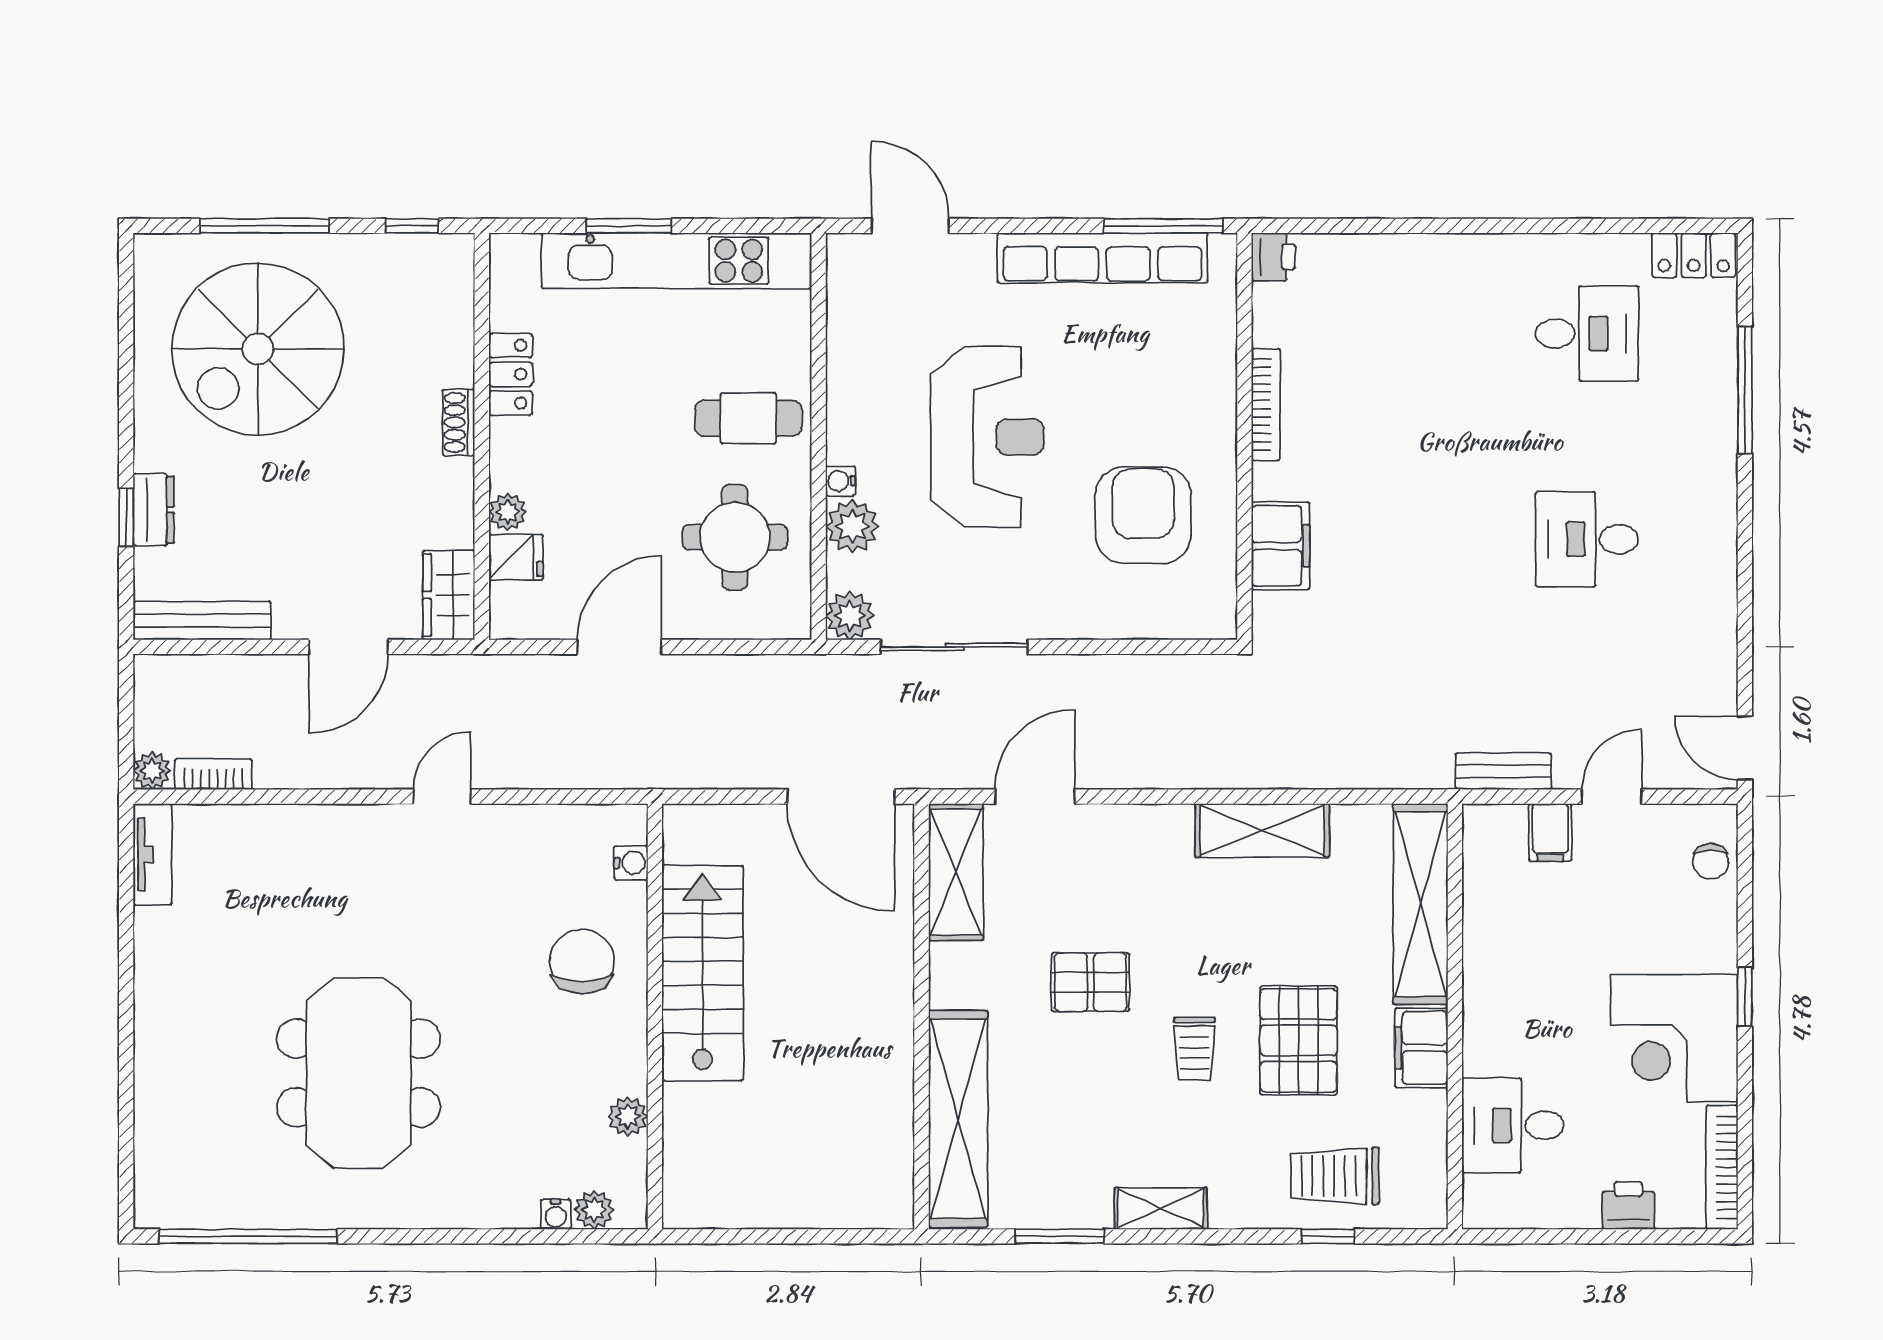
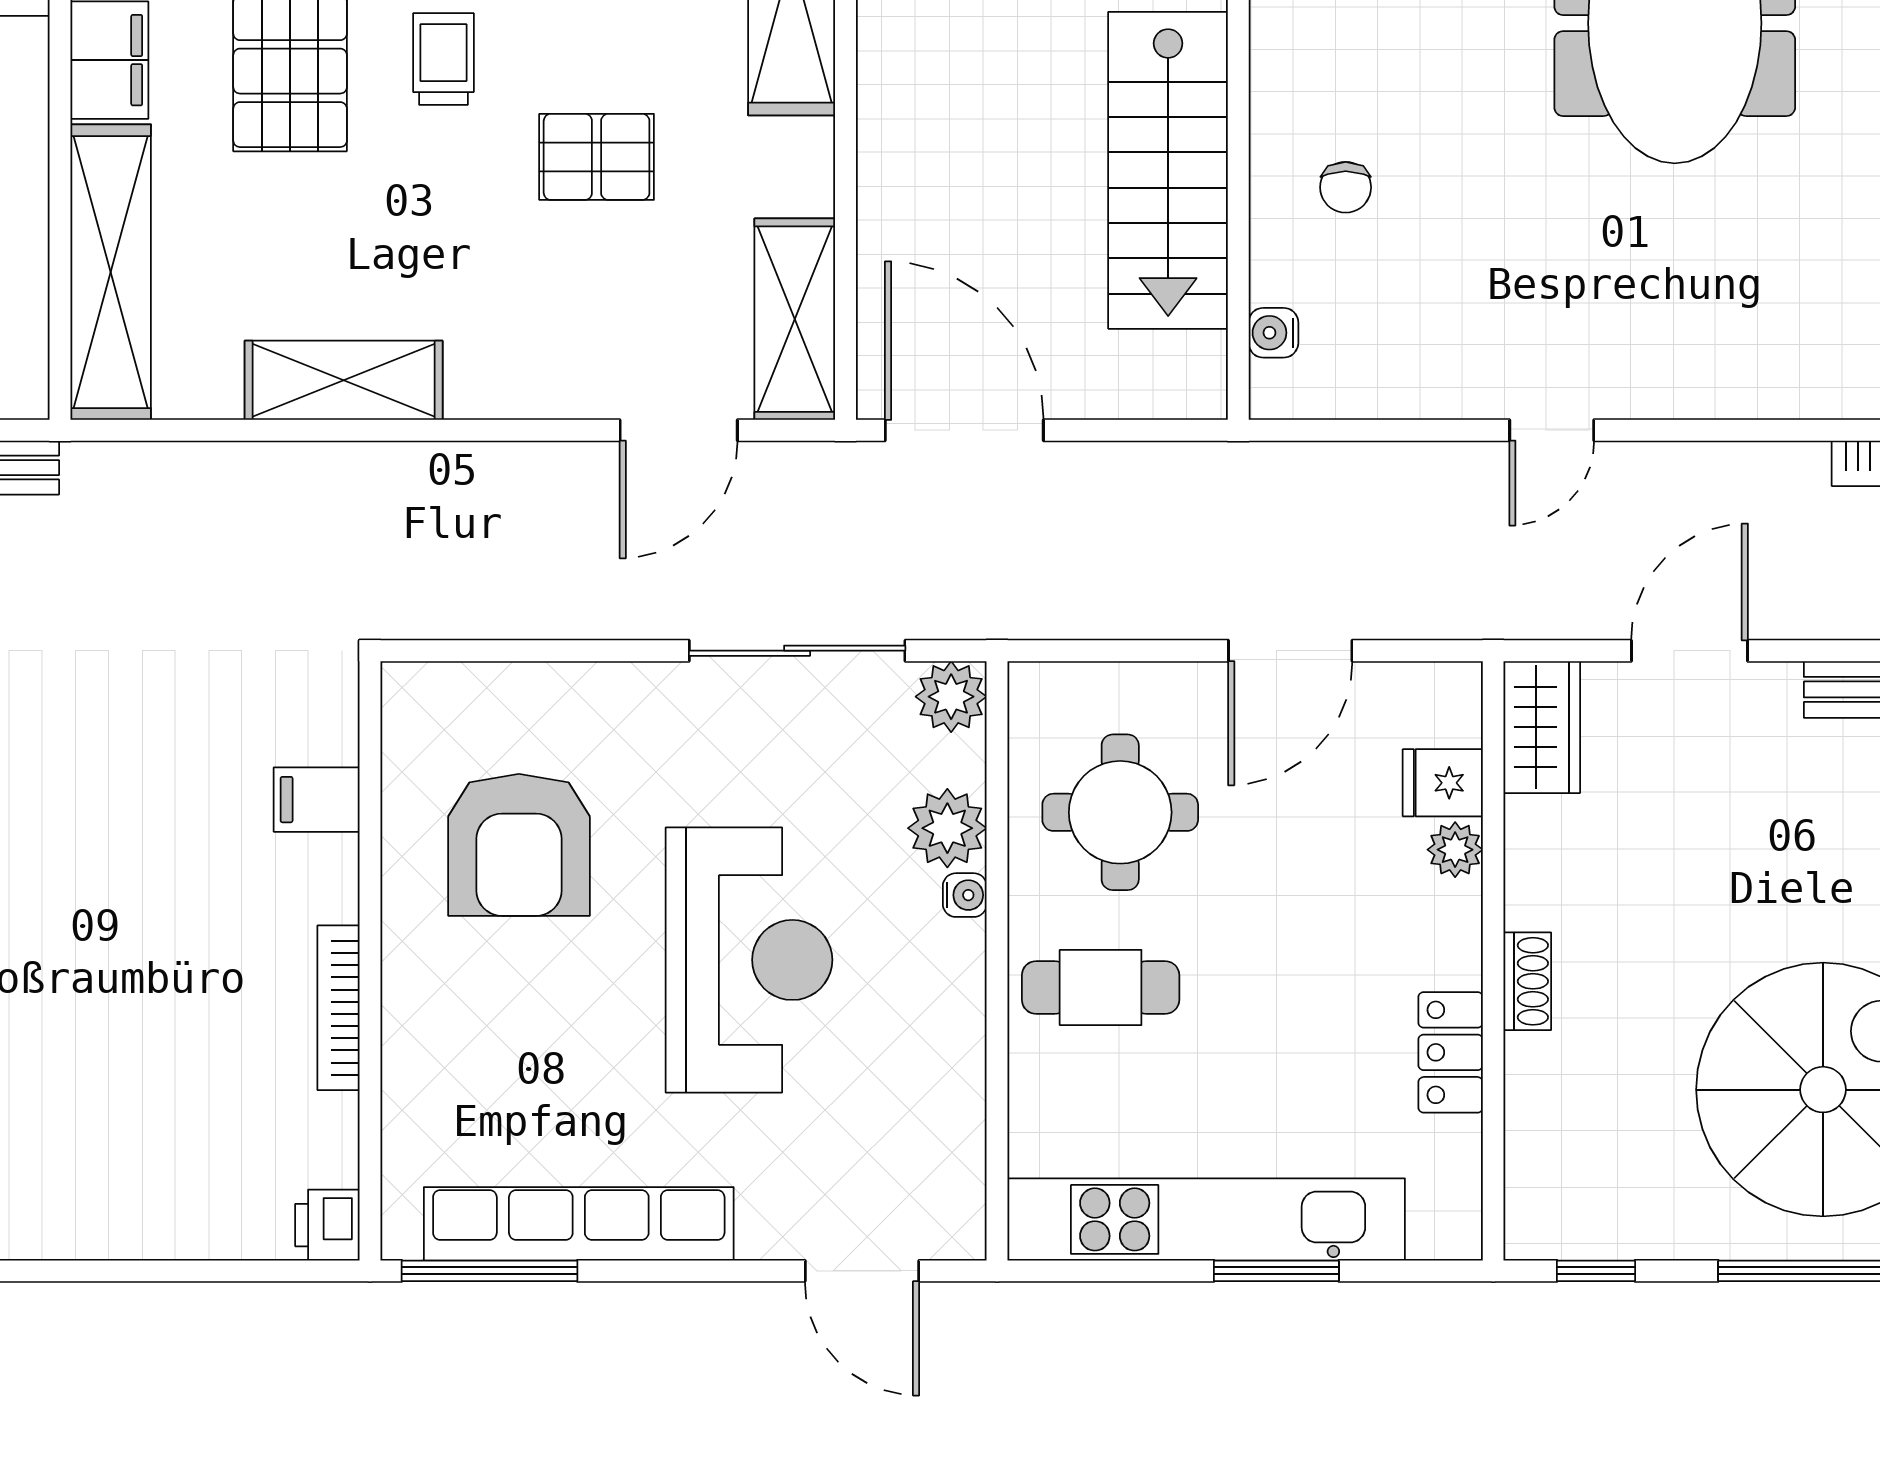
reception desk: (987, 437) -> (749, 960), turned 180
filing cabinet: (1281, 546) -> (317, 800), width x0.50
chair: (582, 962) -> (1346, 187), width x0.54, depth x0.54

